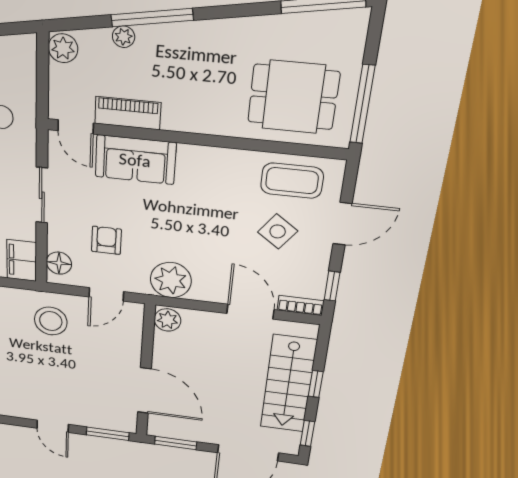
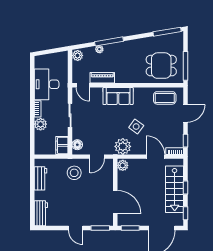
sofa: (135, 160) -> (118, 96), moved
side table: (278, 231) -> (136, 127), moved
armchair: (106, 240) -> (96, 132), removed

